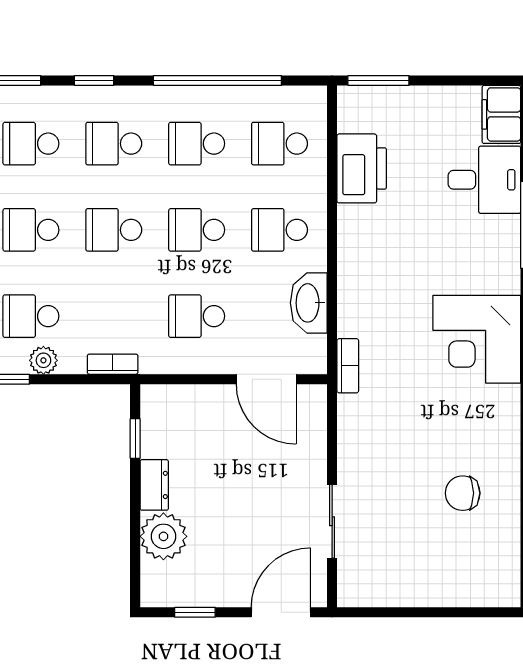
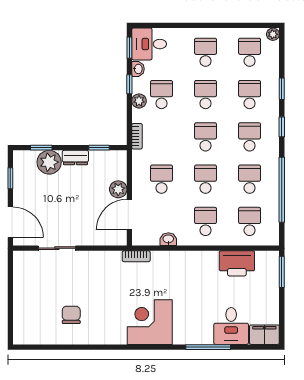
washbasin: (309, 303) -> (168, 239), width x0.52, depth x0.69
plant: (217, 401) -> (118, 189), added
window: (135, 552) -> (41, 148), added

